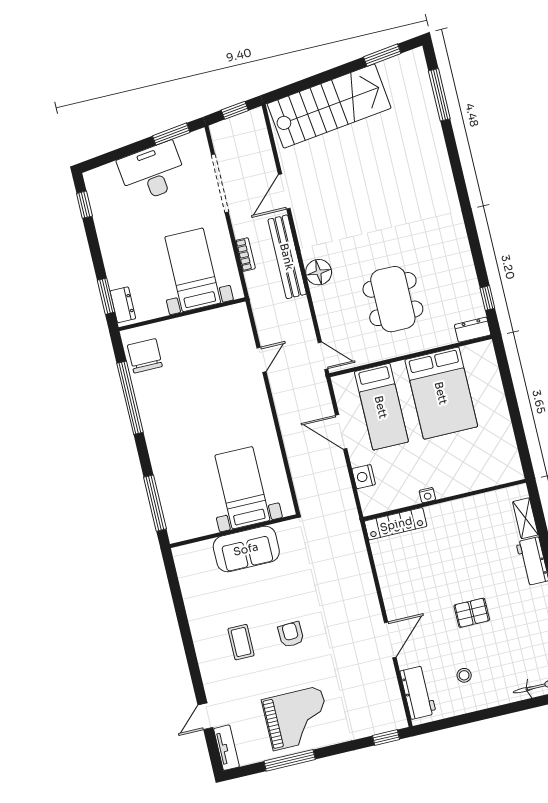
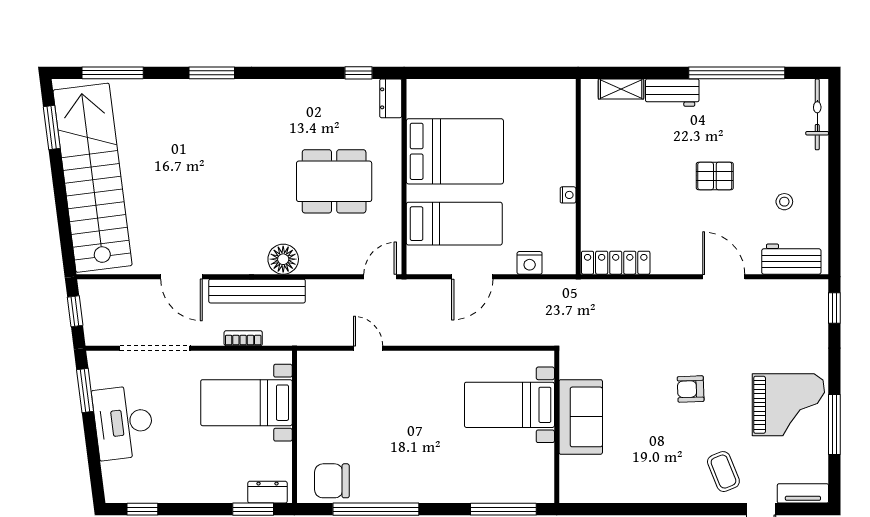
stairs: (329, 106) -> (93, 178), width x1.36
window: (459, 177) -> (212, 73), added
locker: (396, 524) -> (616, 263), moved, turned -90
pallet: (472, 613) -> (715, 176), turned 90
coffee table: (241, 642) -> (723, 472), moved, turned 68
grand piano: (297, 718) -> (788, 405), turned 90

